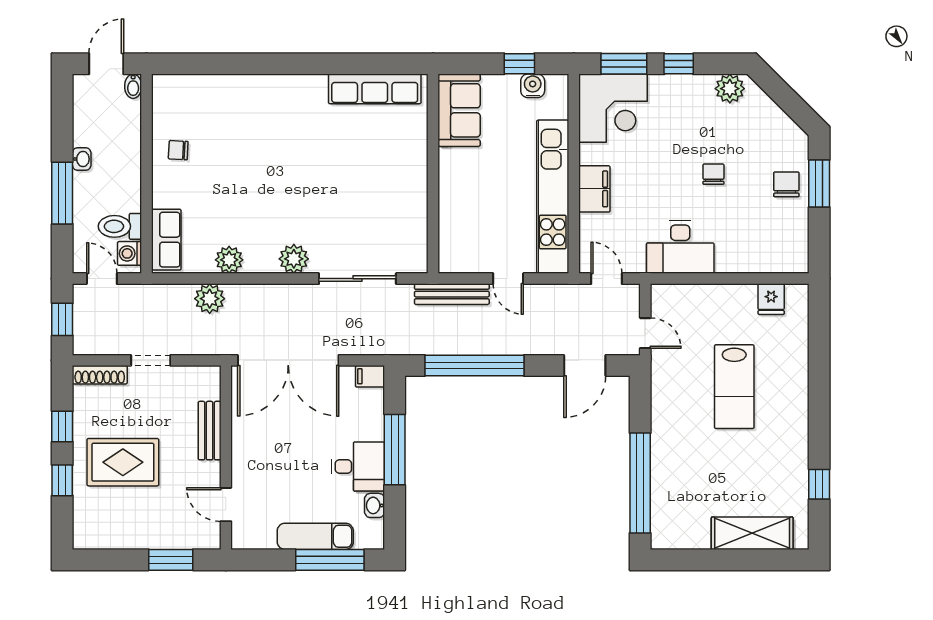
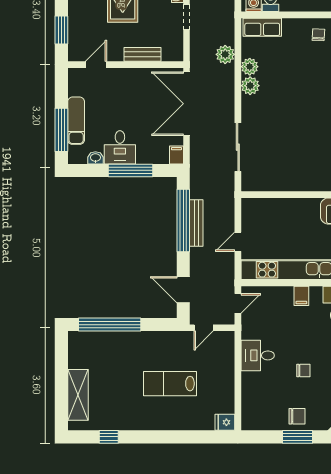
filing cabinet: (594, 189) -> (301, 296), width x0.50
desk: (680, 247) -> (258, 355), width x0.73
plant: (294, 259) -> (250, 86), moved
bench: (452, 294) -> (196, 223), moved
fridge: (771, 299) -> (225, 422), moved

